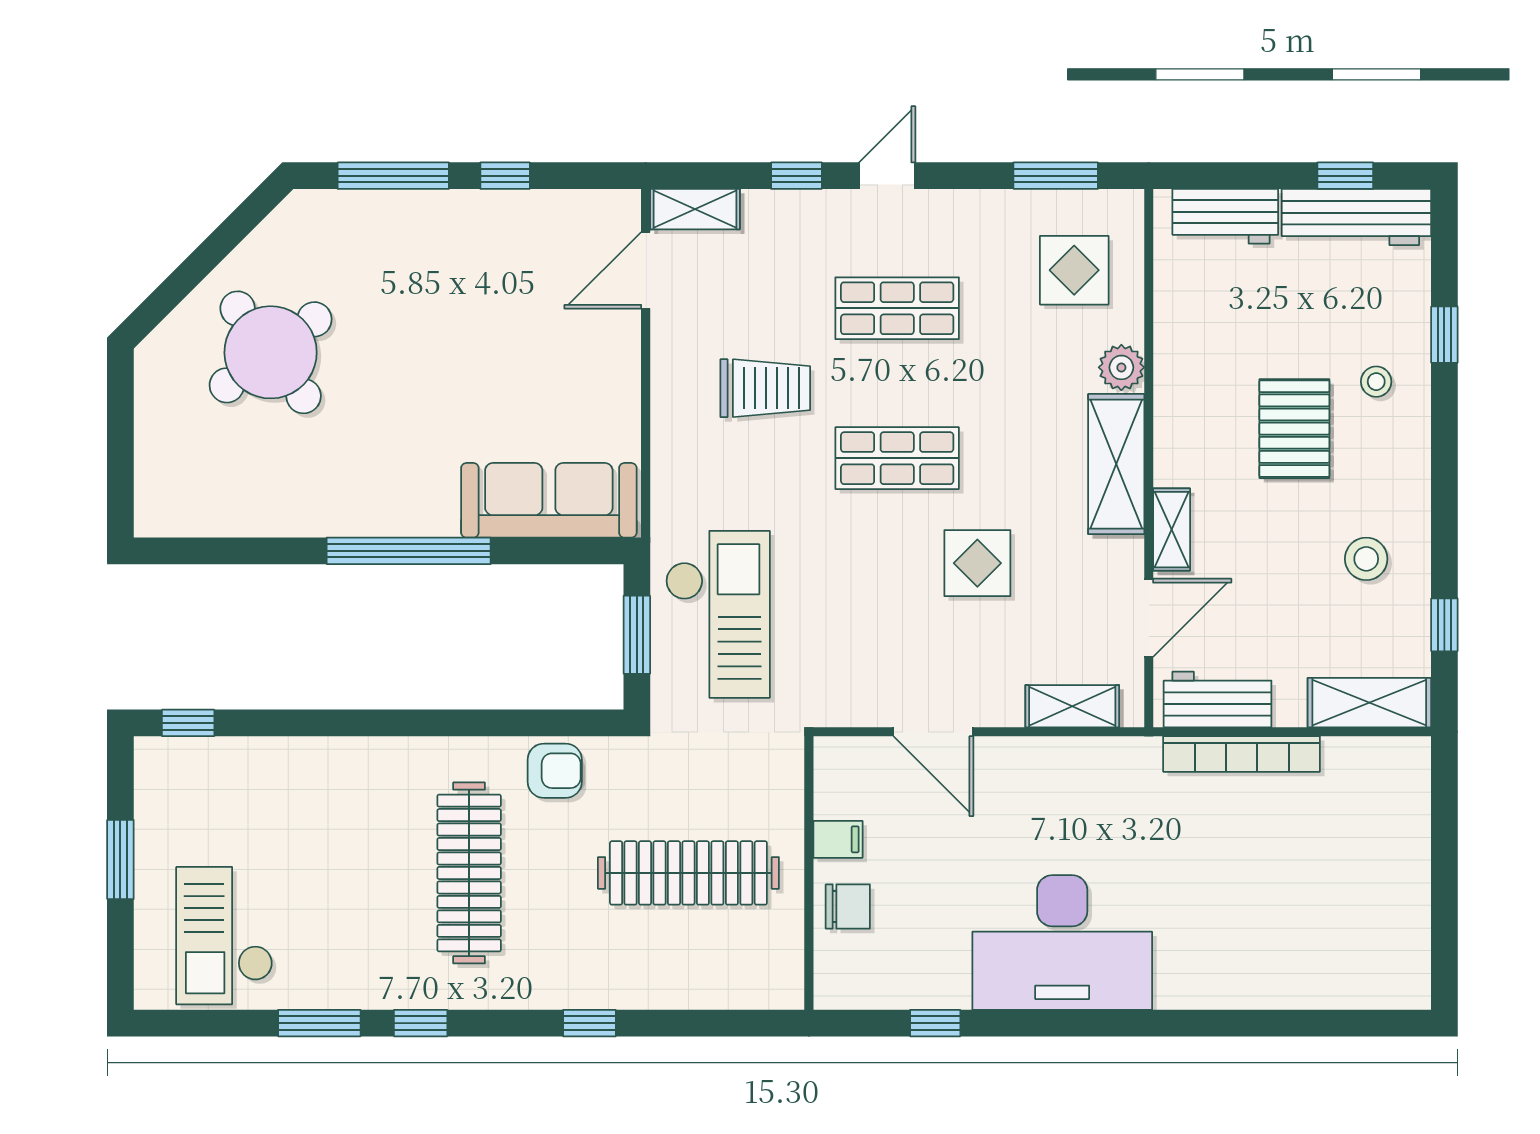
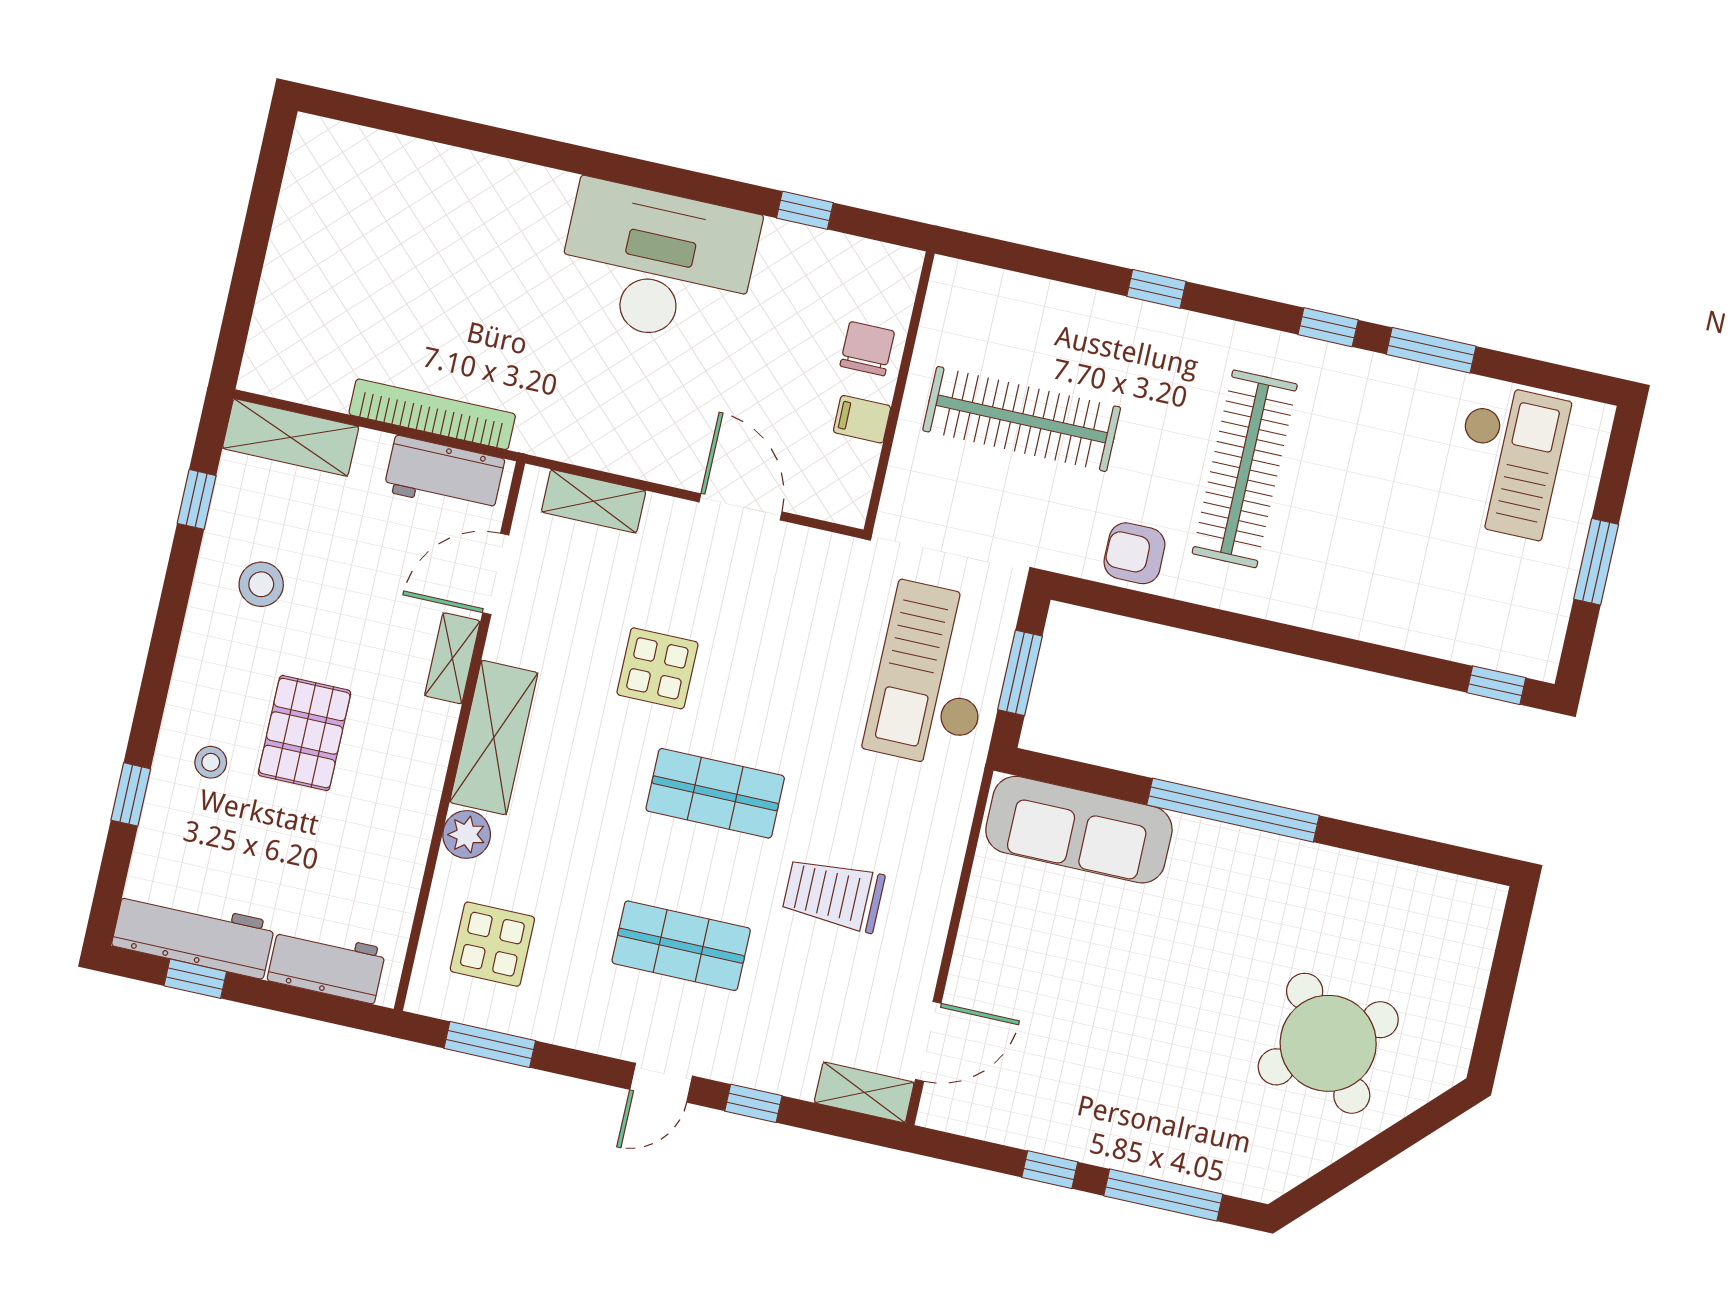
chair: (848, 906) -> (867, 349), turned 90

